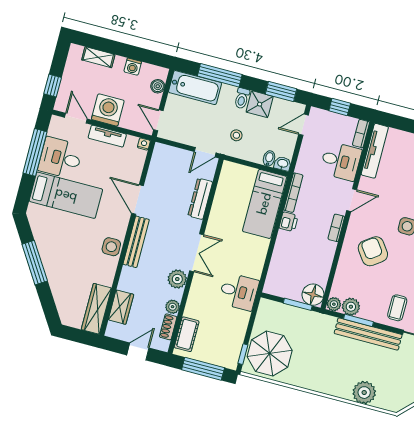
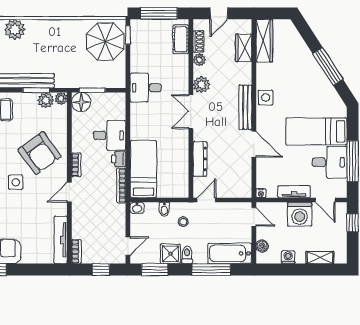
bidet: (269, 158) -> (164, 209), moved
desk: (341, 161) -> (110, 135), moved, turned 180
armchair: (373, 251) -> (39, 153), width x1.36, depth x1.36

